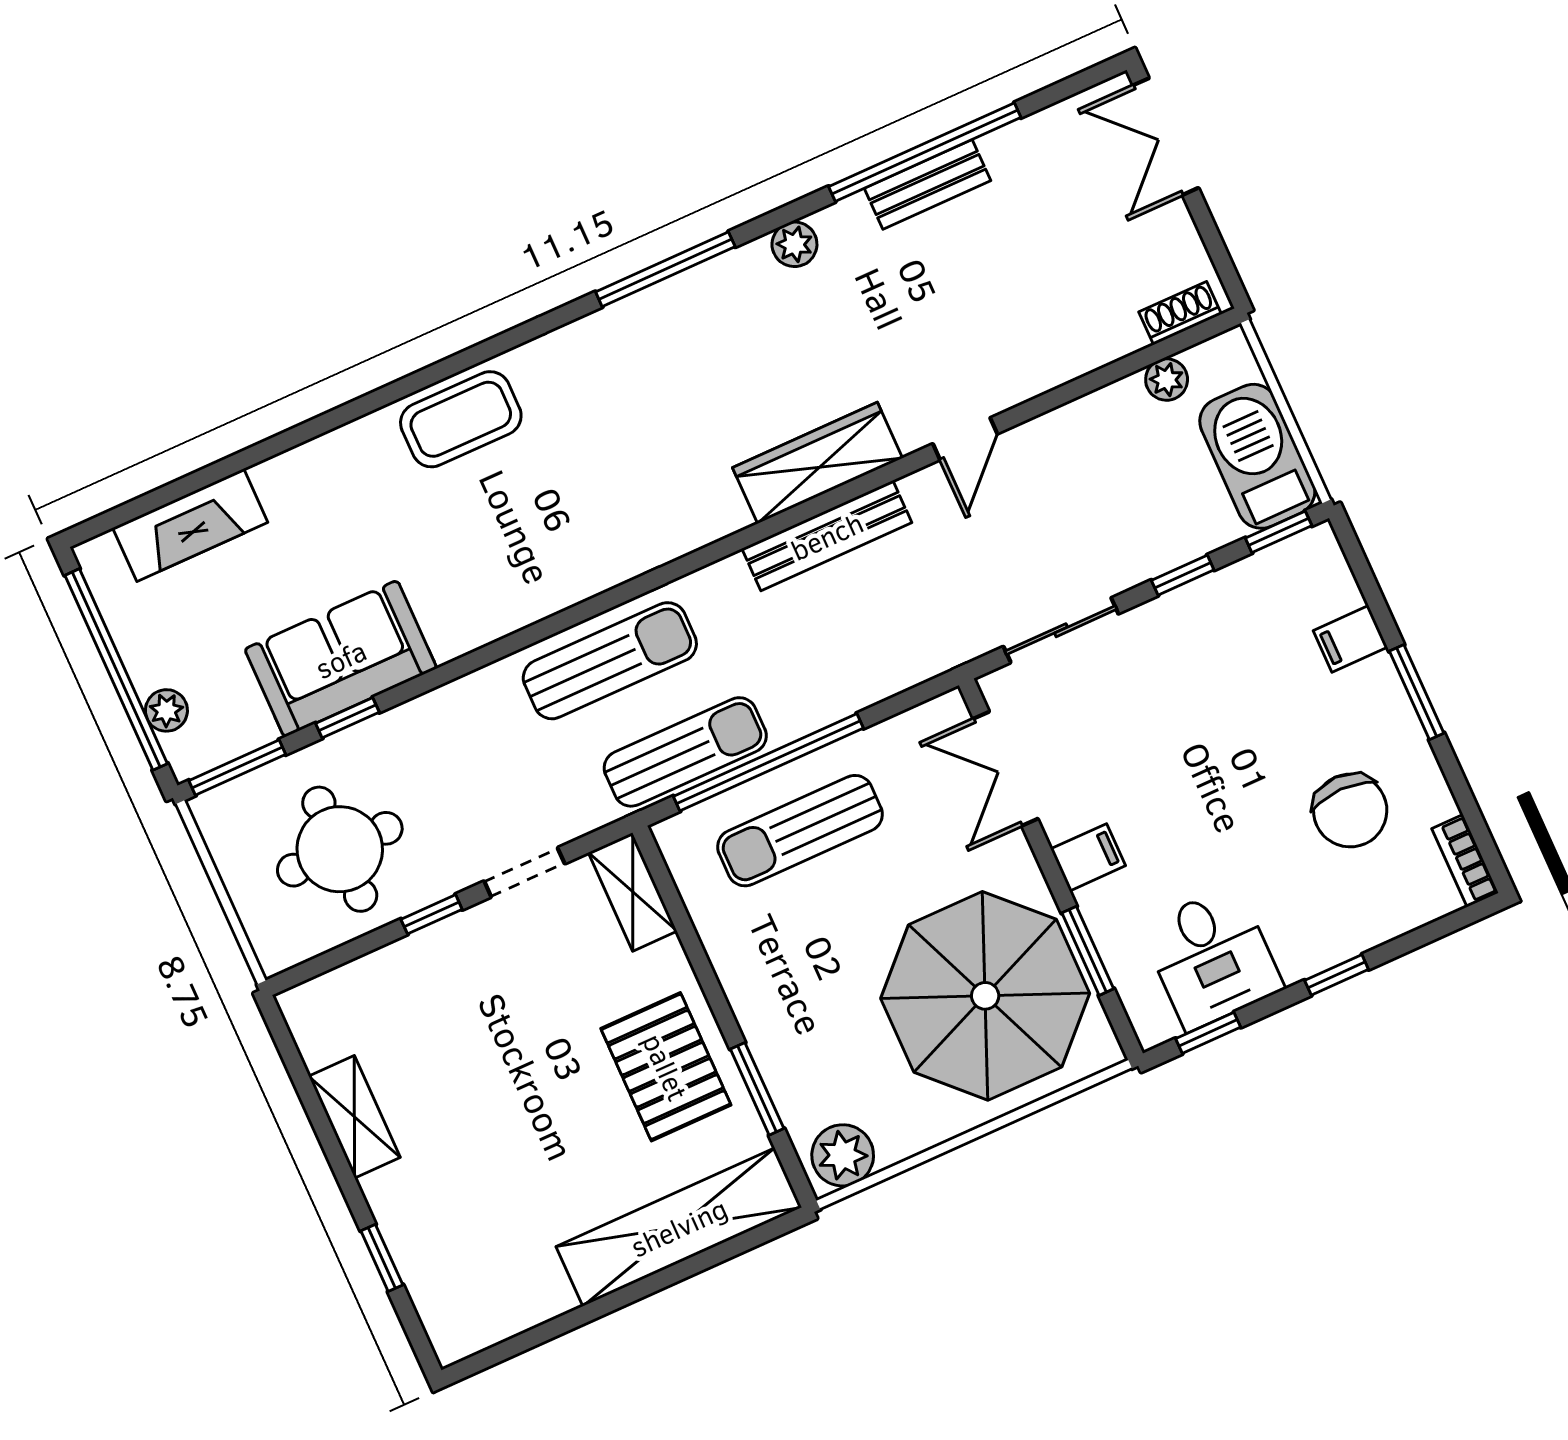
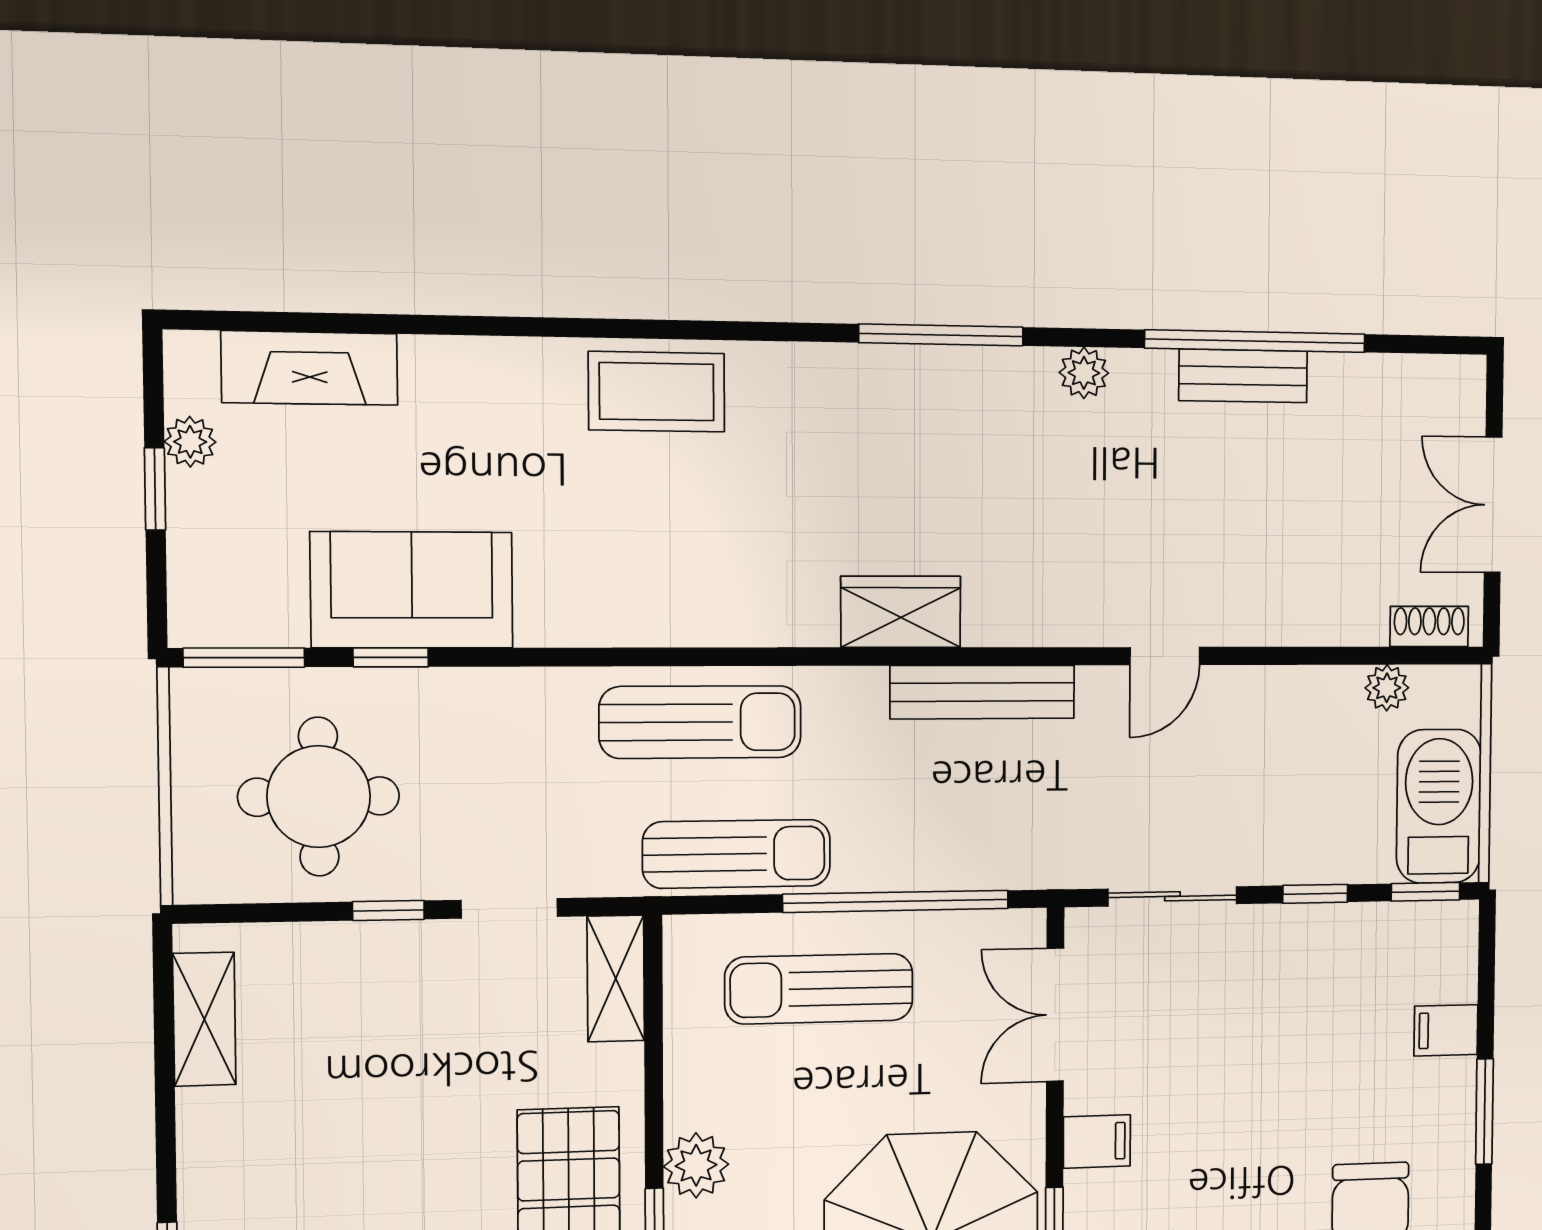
double door: (1166, 137) -> (1493, 505), moved
wardrobe: (817, 463) -> (901, 612), moved, width x0.67
window: (116, 669) -> (155, 489), width x0.32
plant: (166, 710) -> (190, 442), moved
window: (768, 762) -> (896, 901), moved
plant: (763, 1014) -> (696, 1165), added
shelving: (355, 1117) -> (204, 1019), moved

